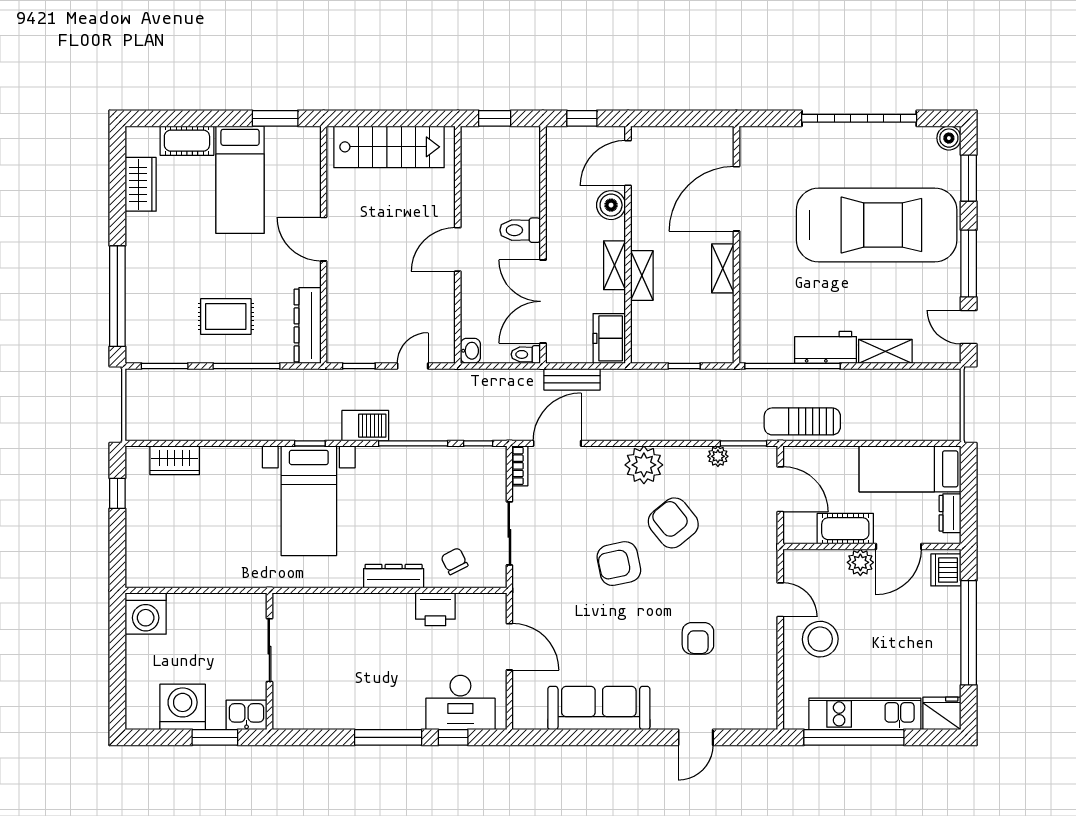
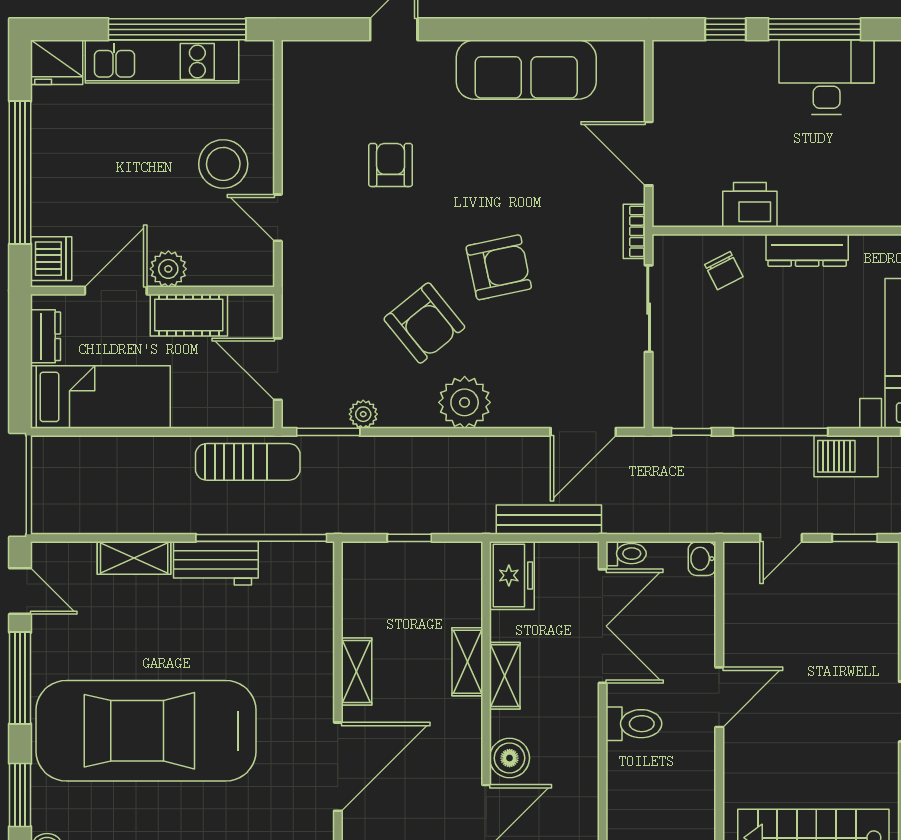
bench: (572, 379) -> (549, 520), width x1.36
bookcase: (520, 466) -> (634, 231), moved
desk: (460, 703) -> (827, 77), moved

